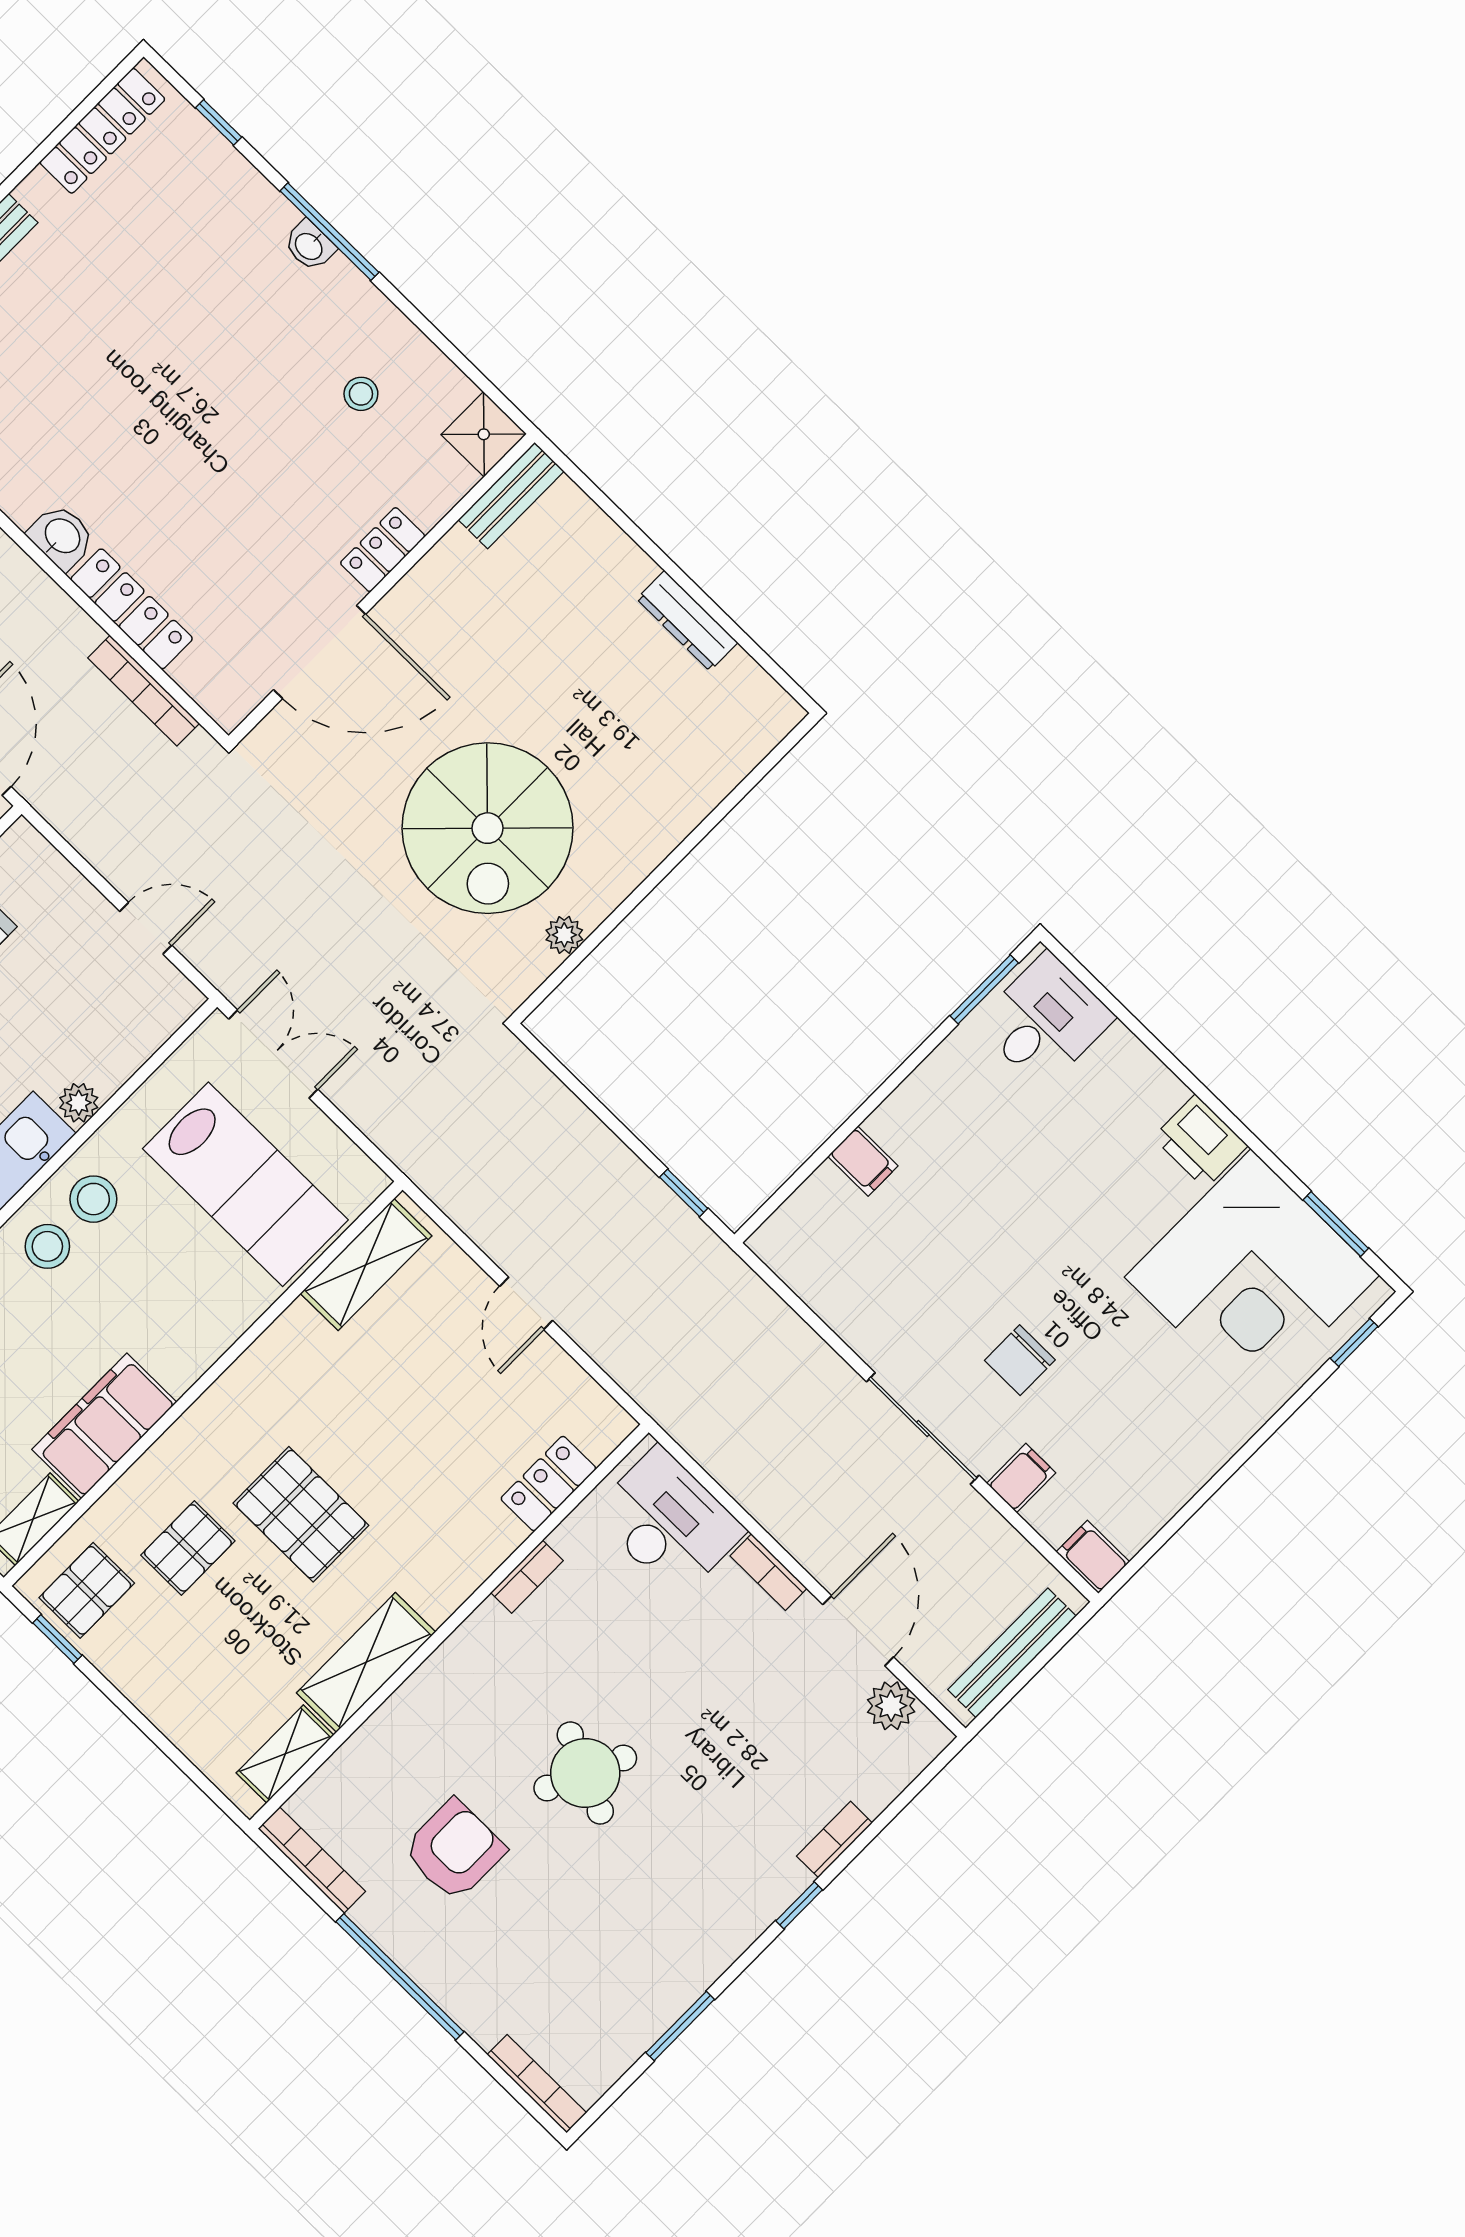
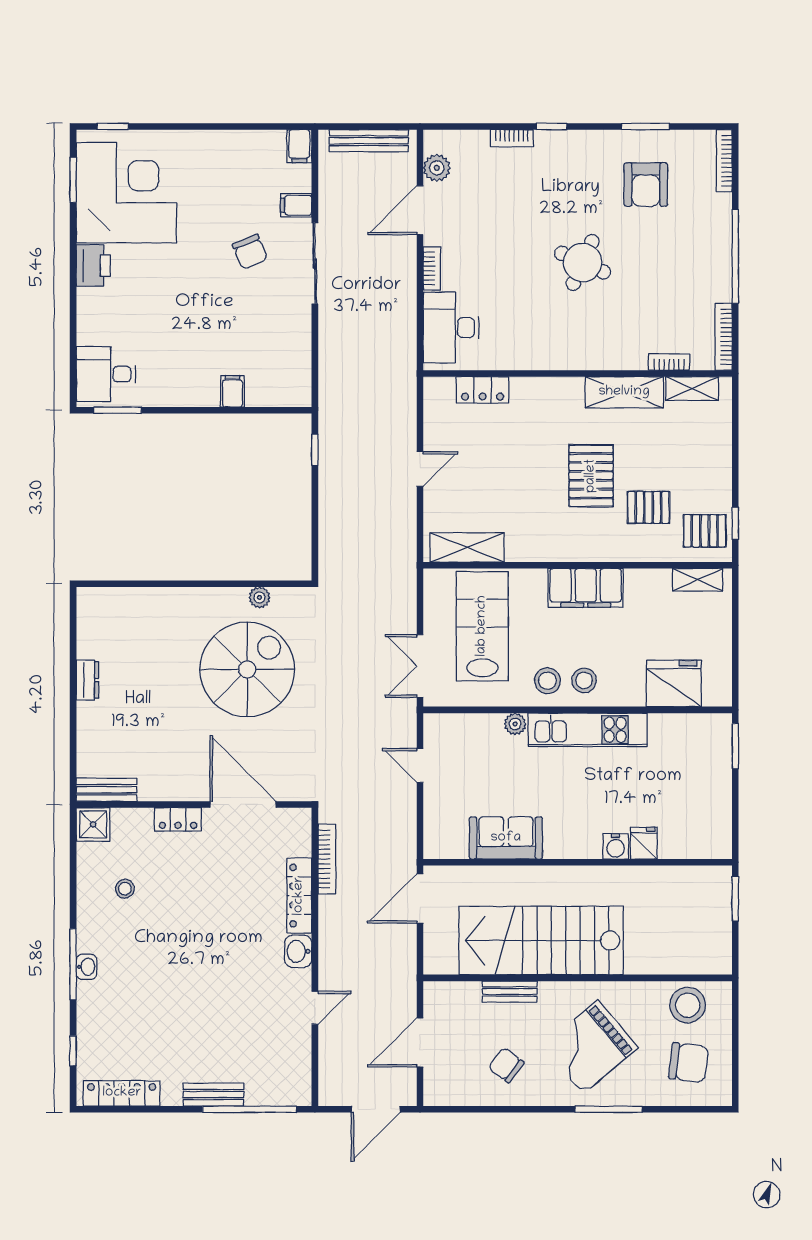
dresser: (687, 621) -> (87, 680), width x0.70
chair: (1020, 1360) -> (250, 252), turned 67
filing cabinet: (104, 1426) -> (586, 588), moved
bookcase: (527, 1577) -> (669, 362), moved
armchair: (454, 1850) -> (646, 185), moved, turned -90

